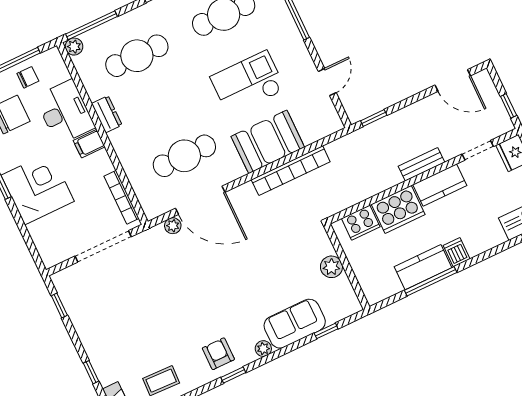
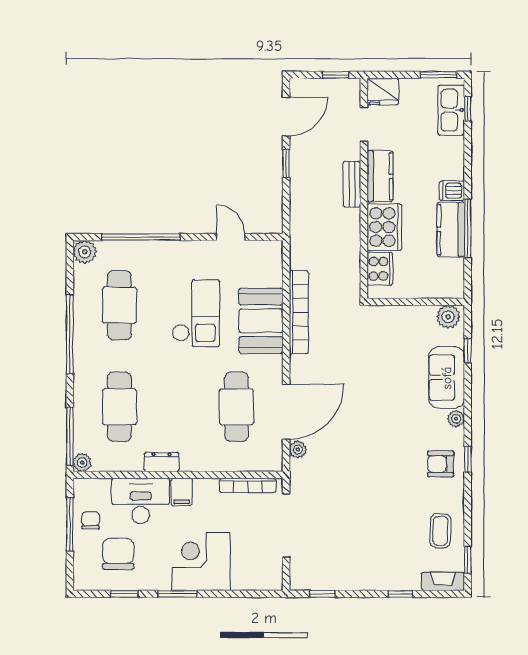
checkout: (248, 83) -> (196, 313), turned 180
window: (374, 118) -> (286, 164), moved
plant: (331, 267) -> (448, 317), moved

